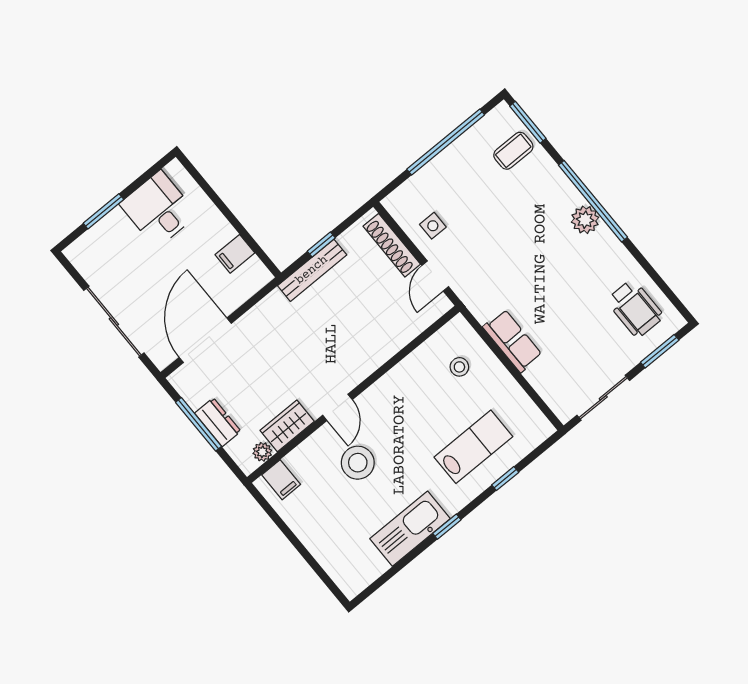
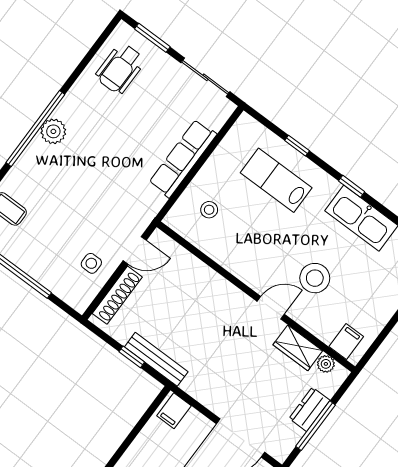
filing cabinet: (235, 254) -> (174, 411), moved, turned 90
wheelchair: (635, 308) -> (120, 69), turned 180
row of seats: (512, 341) -> (183, 158), width x1.48

